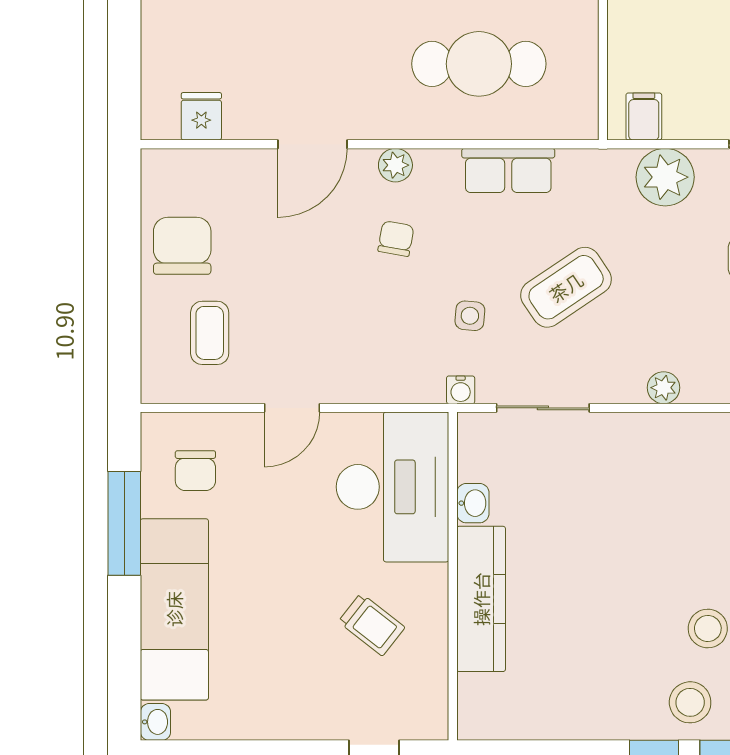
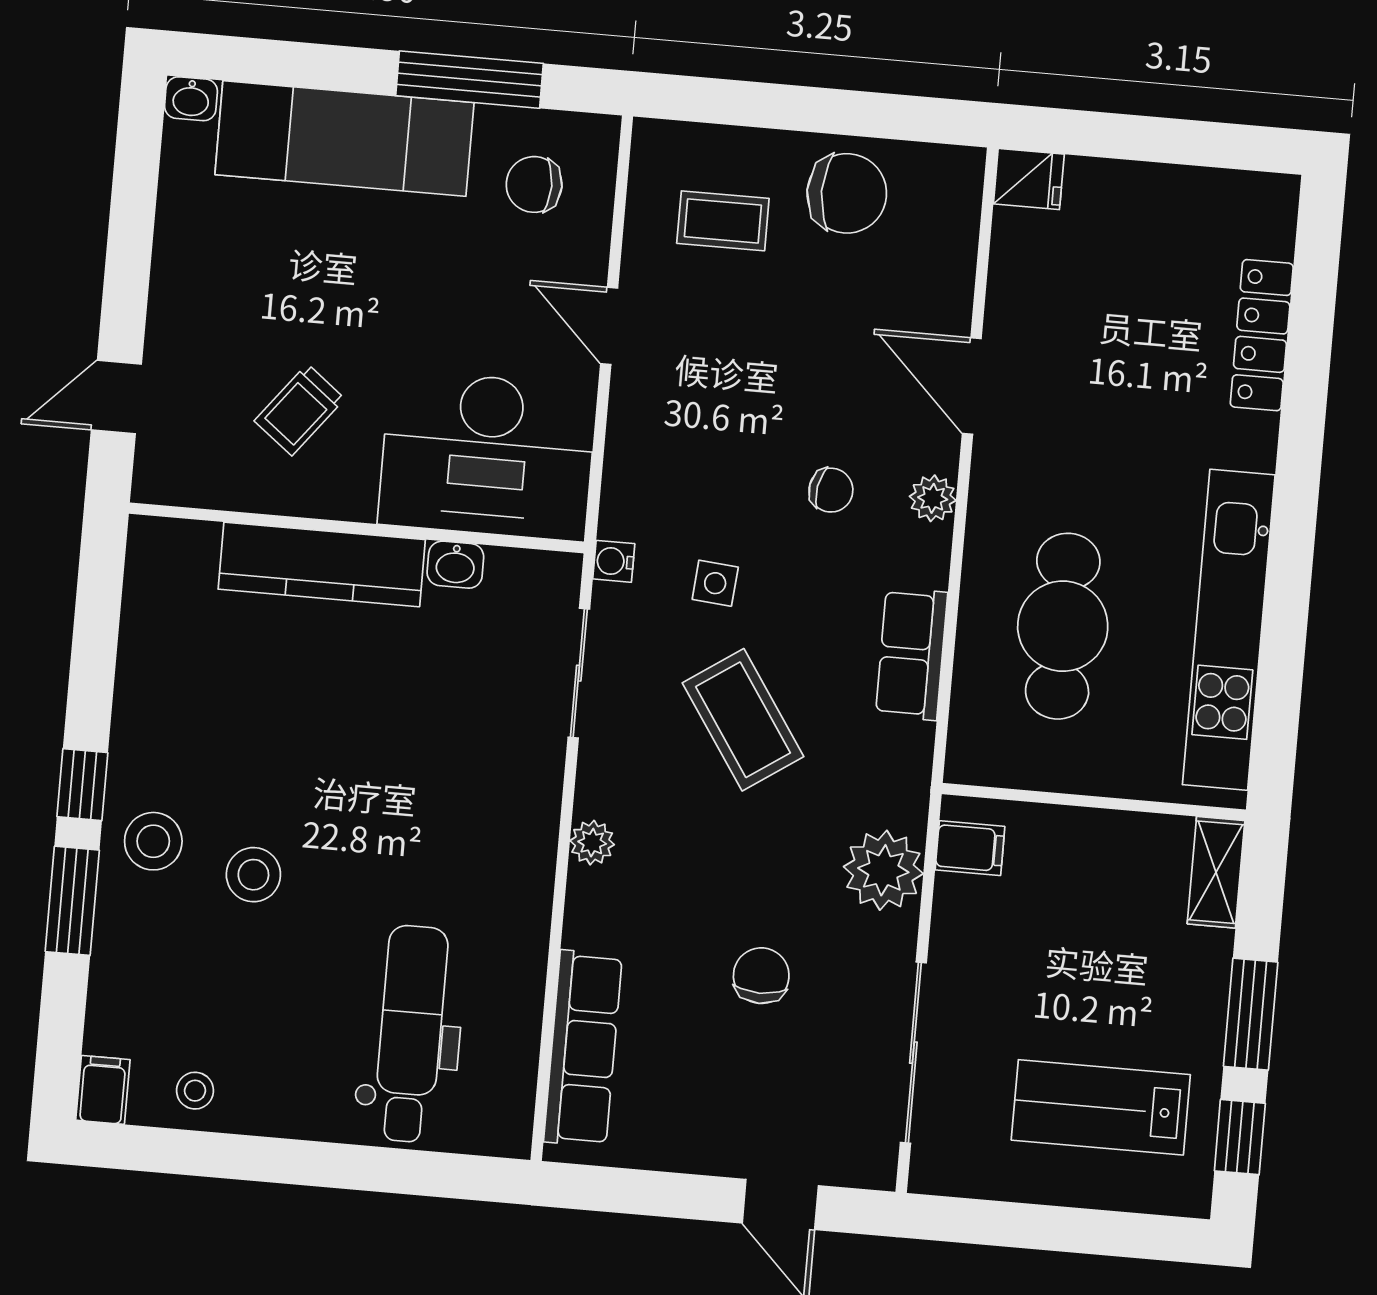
fridge: (201, 116) -> (1029, 179), moved

